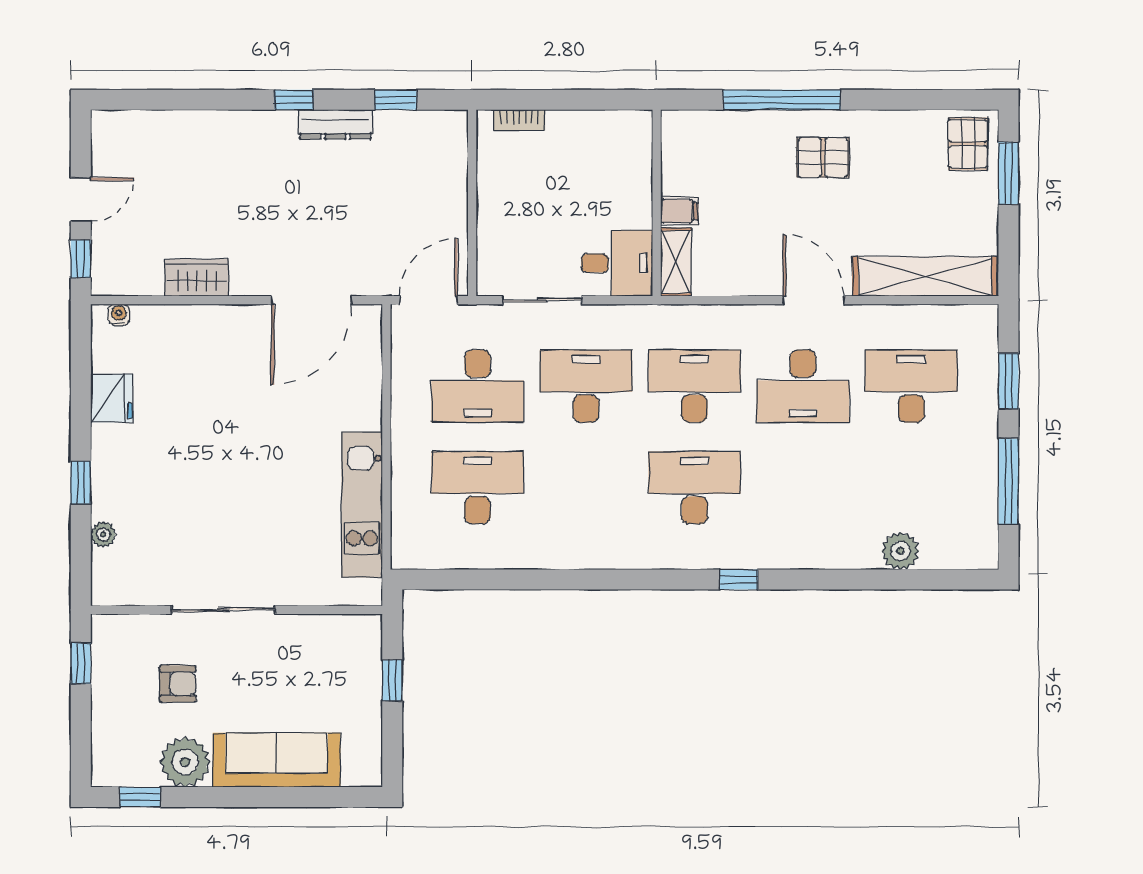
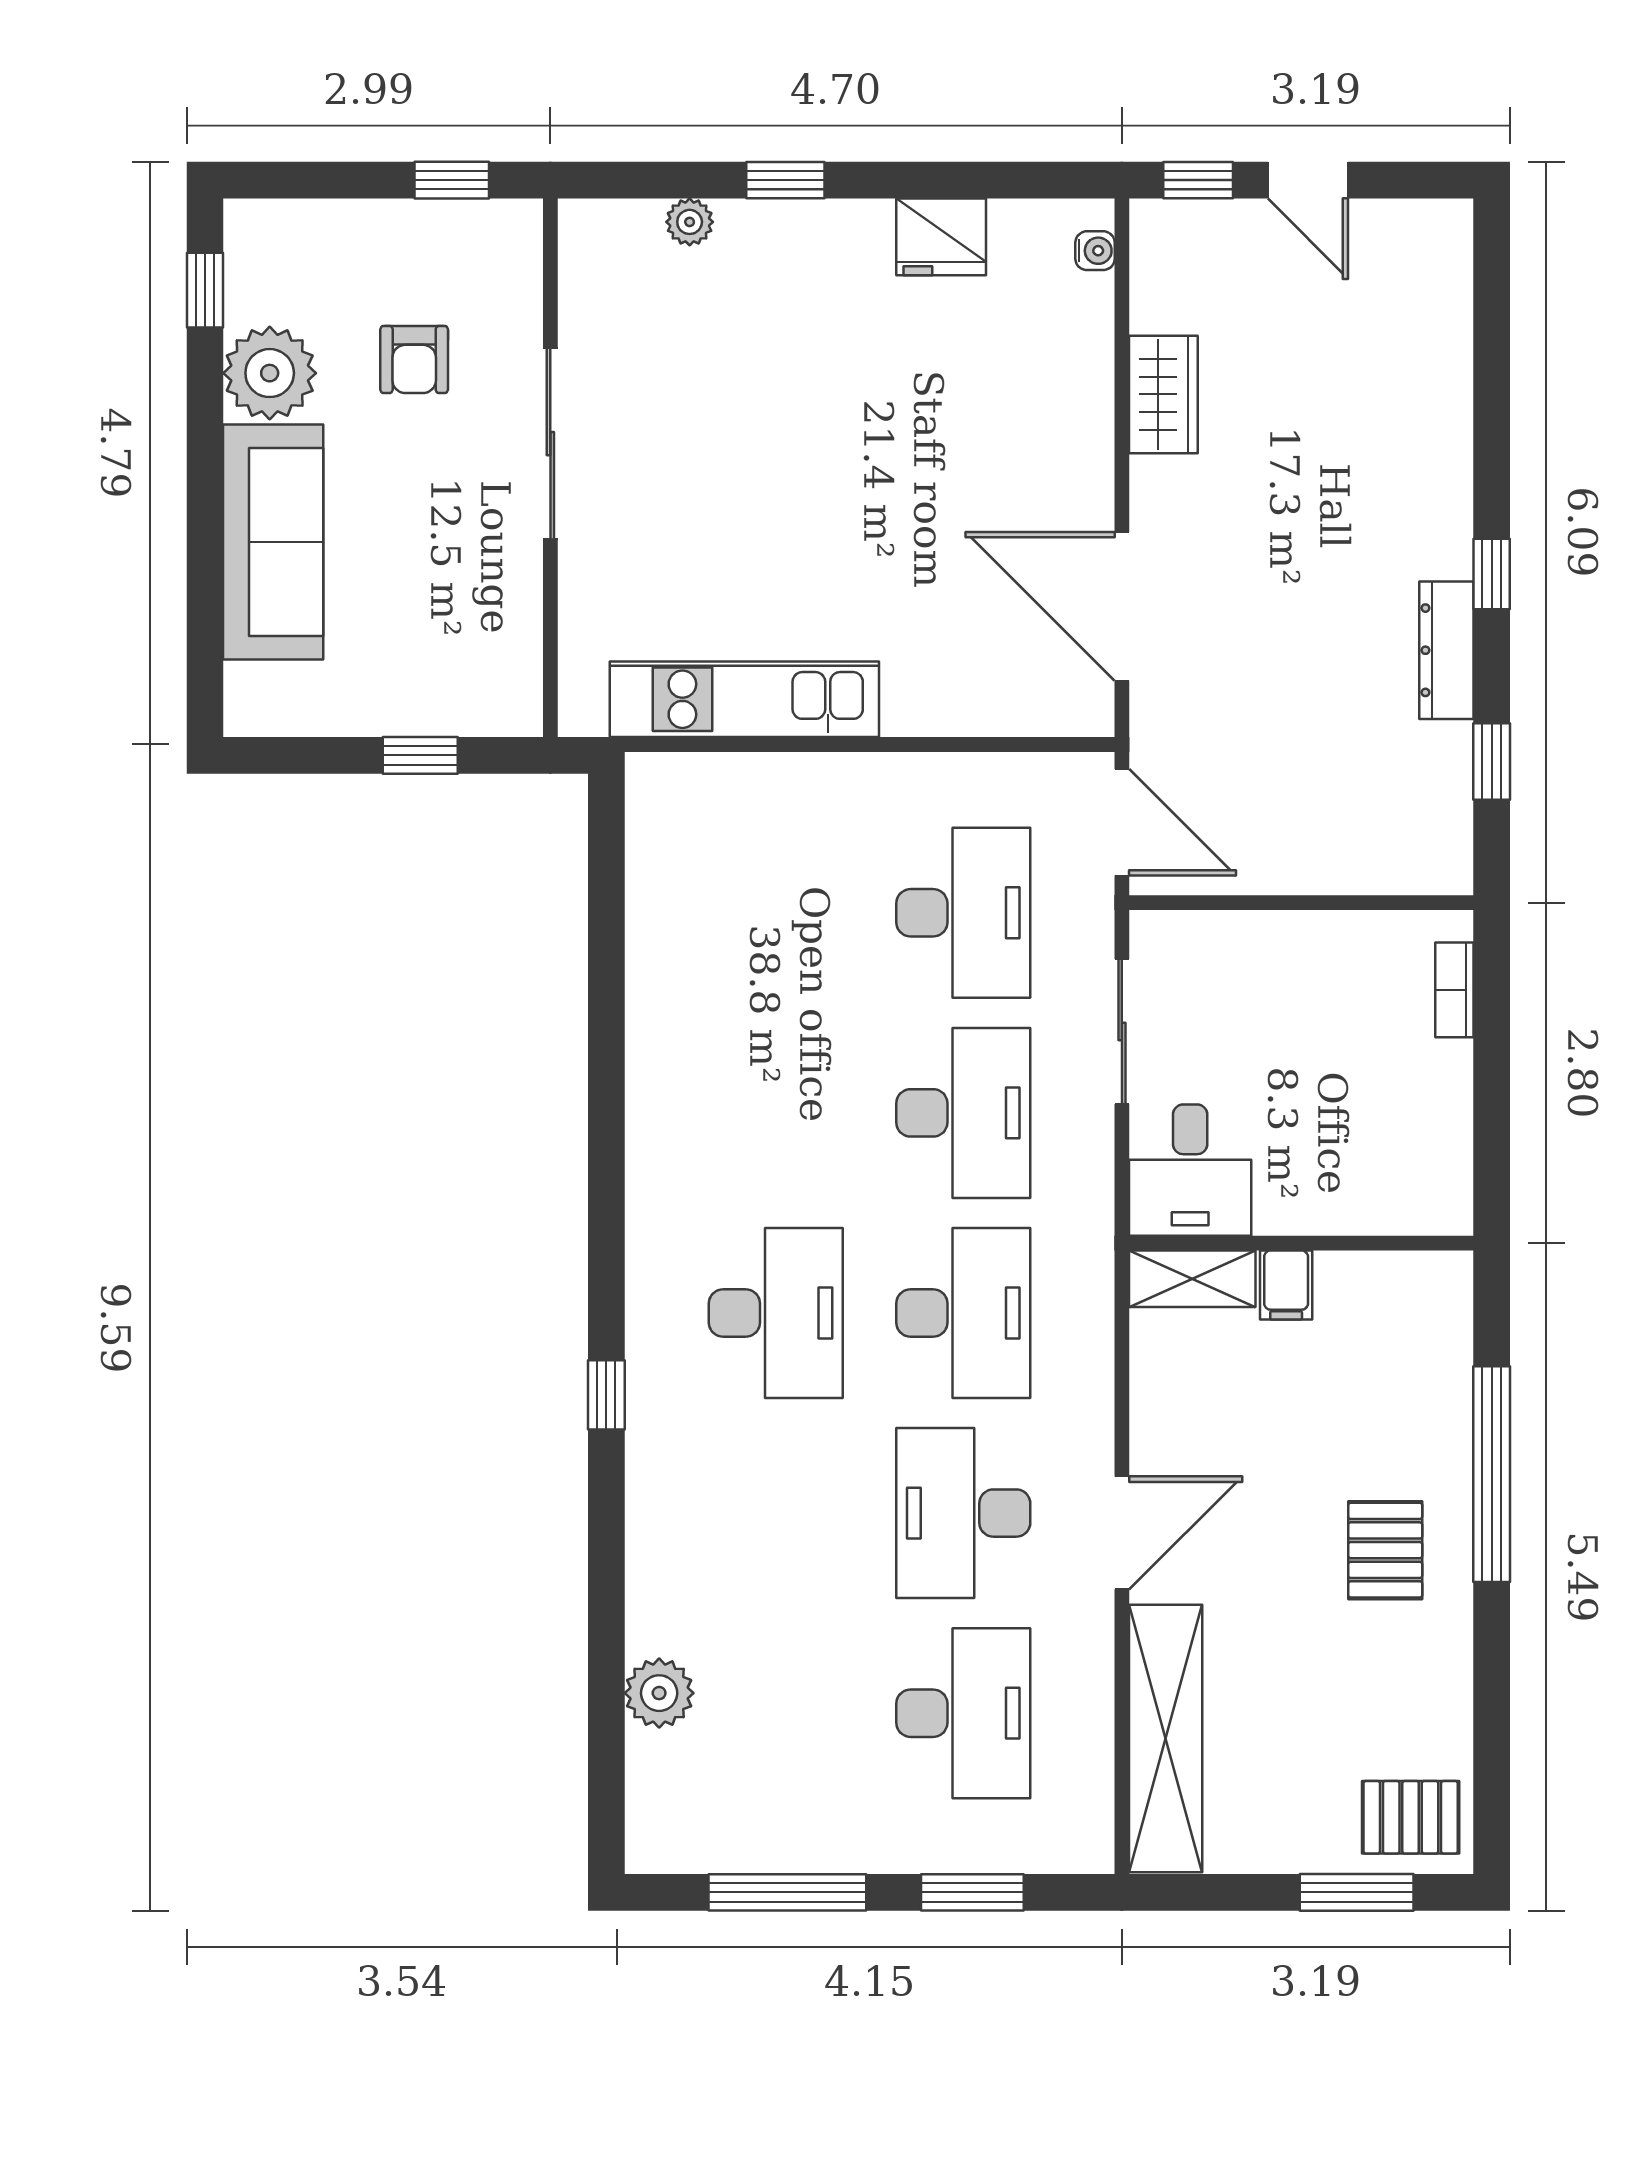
desk: (478, 386) -> (963, 913), turned 180
desk: (478, 488) -> (776, 913), removed

